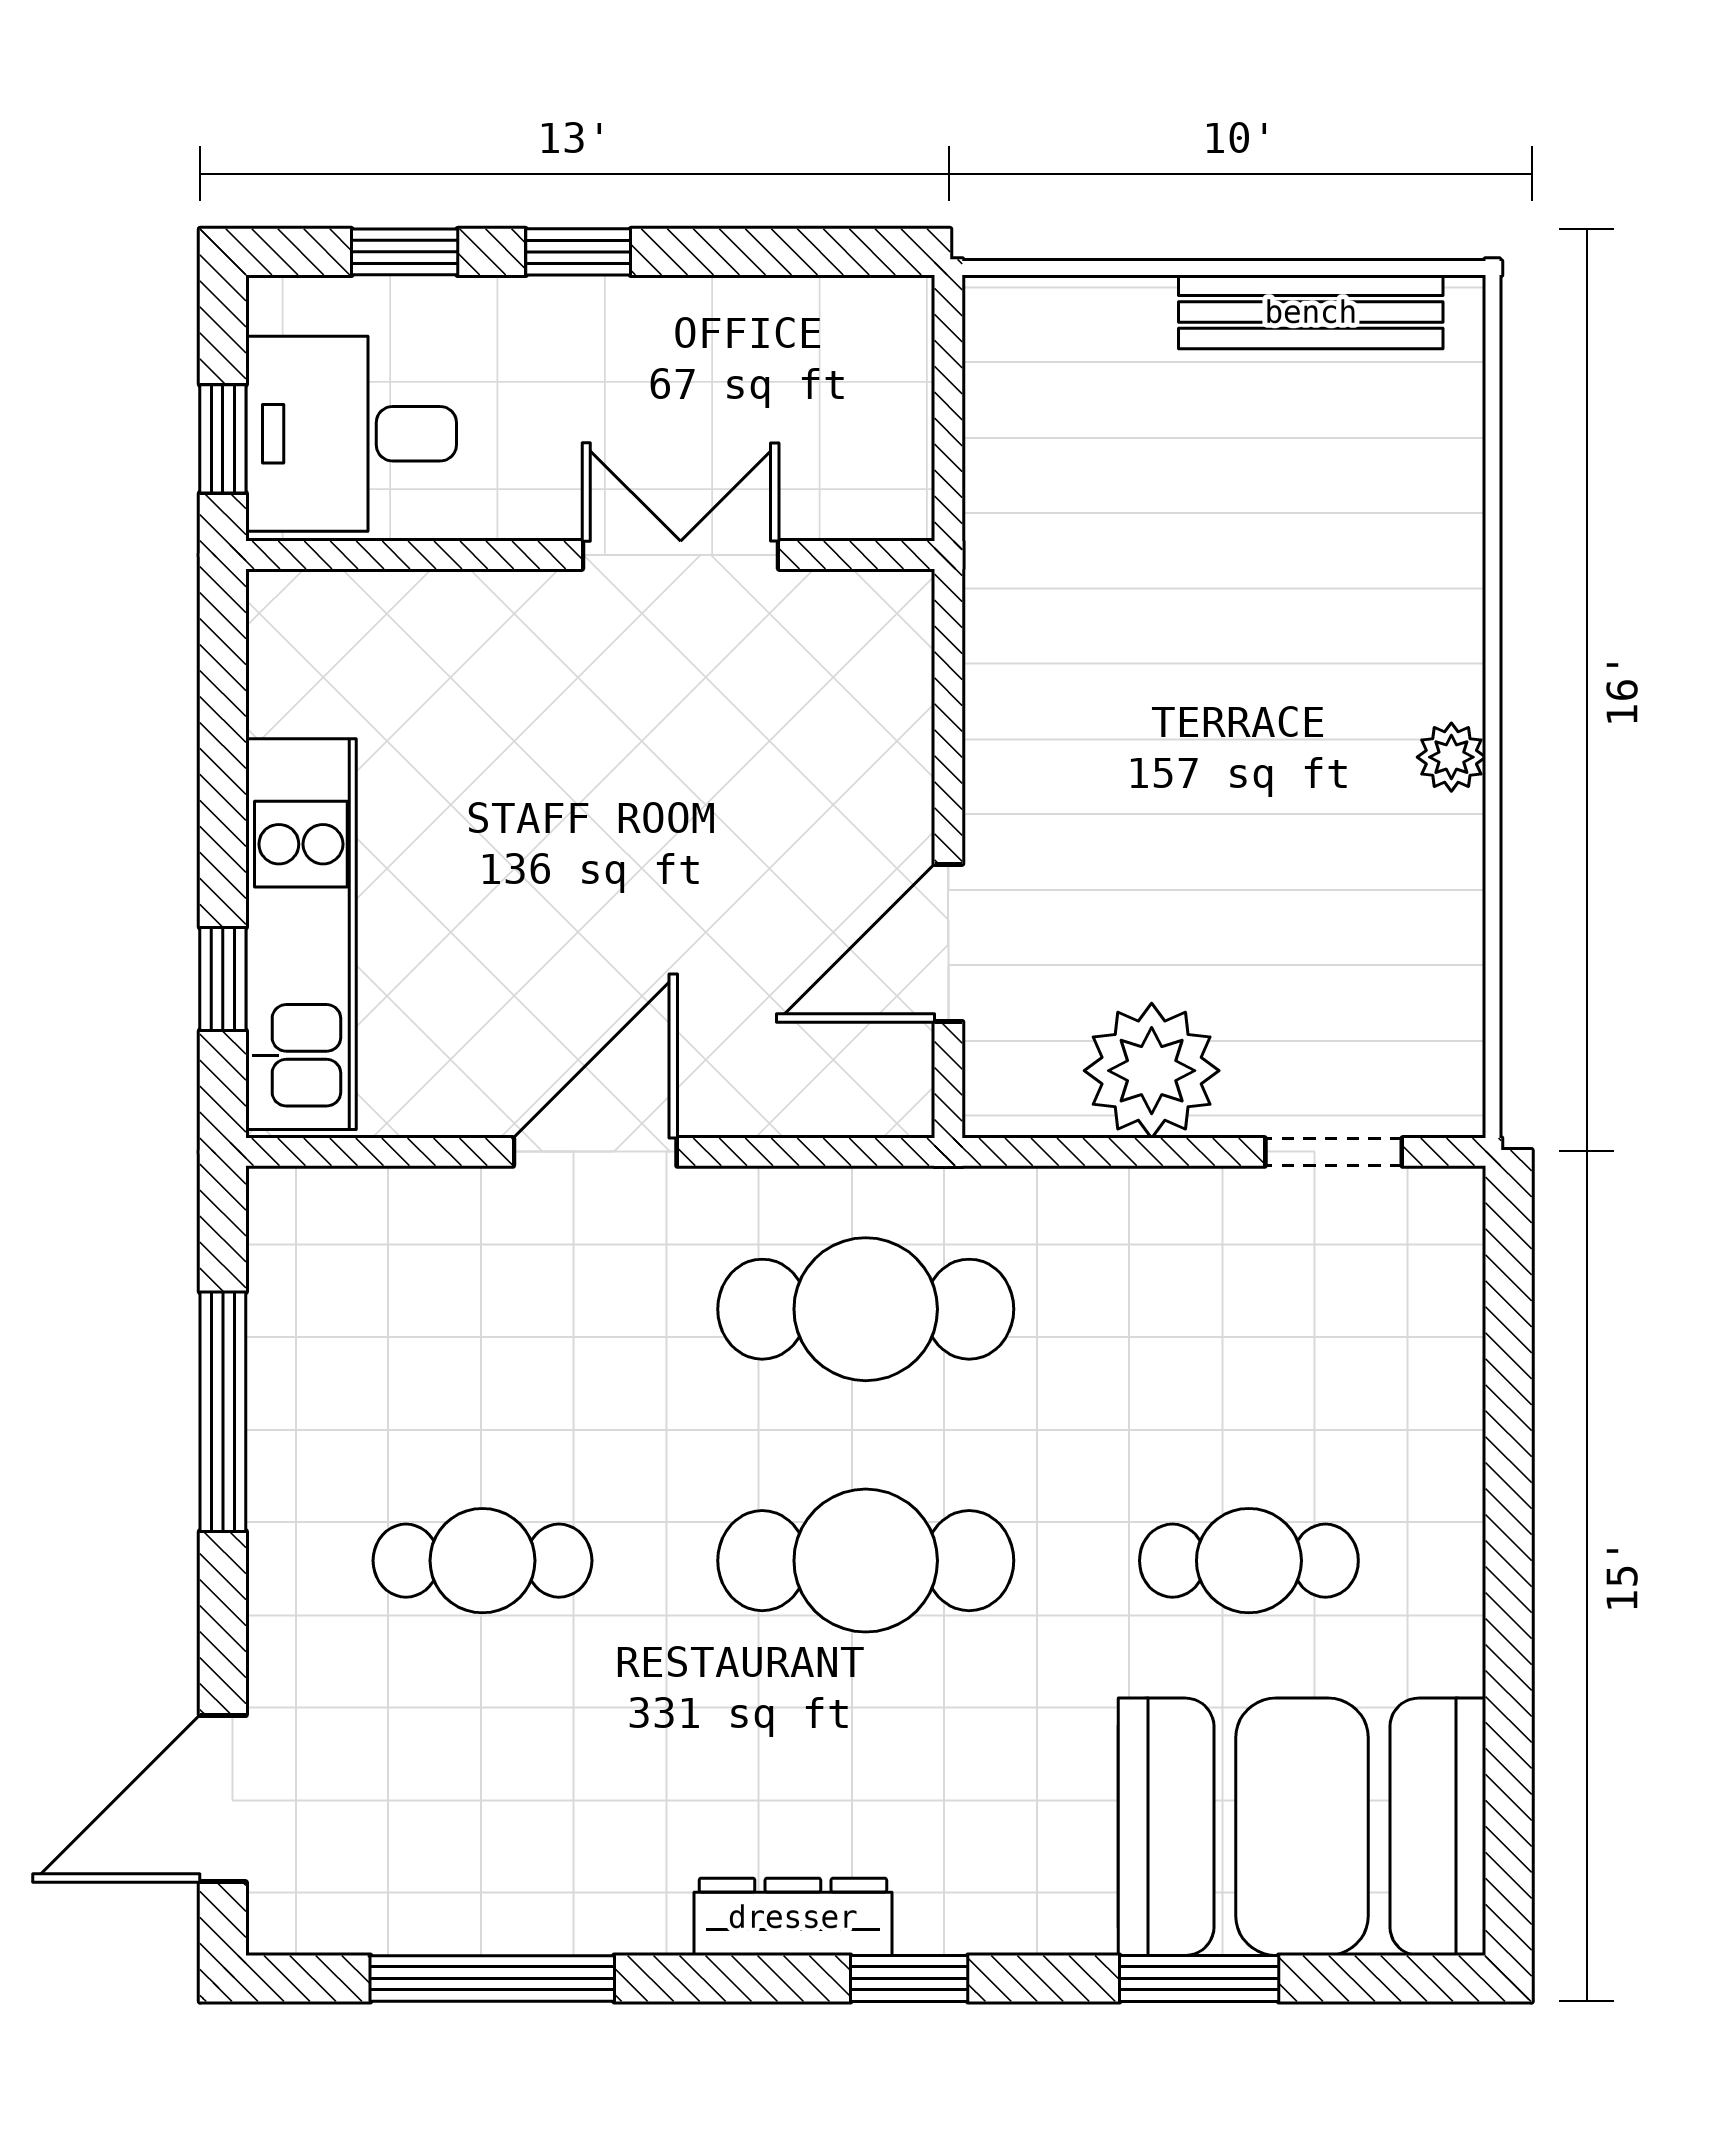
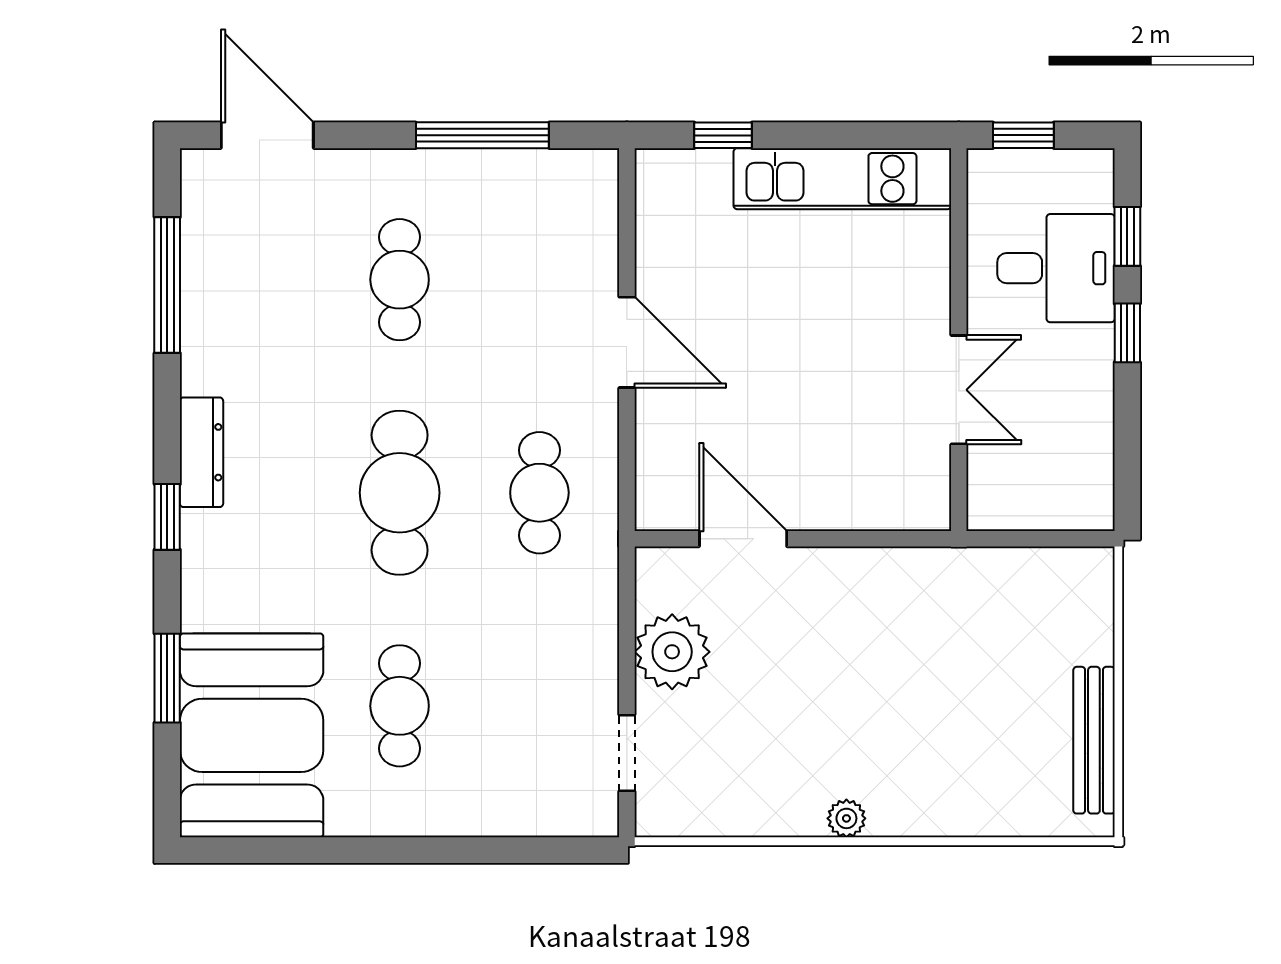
desk: (351, 434) -> (1056, 268), moved, turned 90
kitchen unit: (301, 934) -> (842, 179), moved
cafe table: (866, 1309) -> (539, 493), width x0.73, depth x0.74

